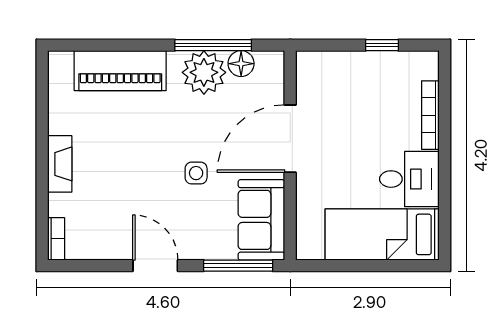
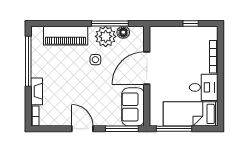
window: (42, 124) -> (28, 61), added
fireplace: (60, 164) -> (37, 91), moved
side table: (196, 173) -> (95, 60), moved
window: (347, 266) -> (174, 129), added

